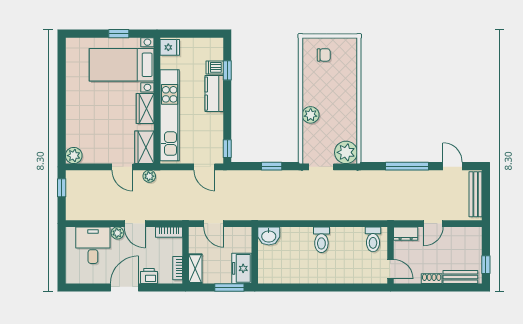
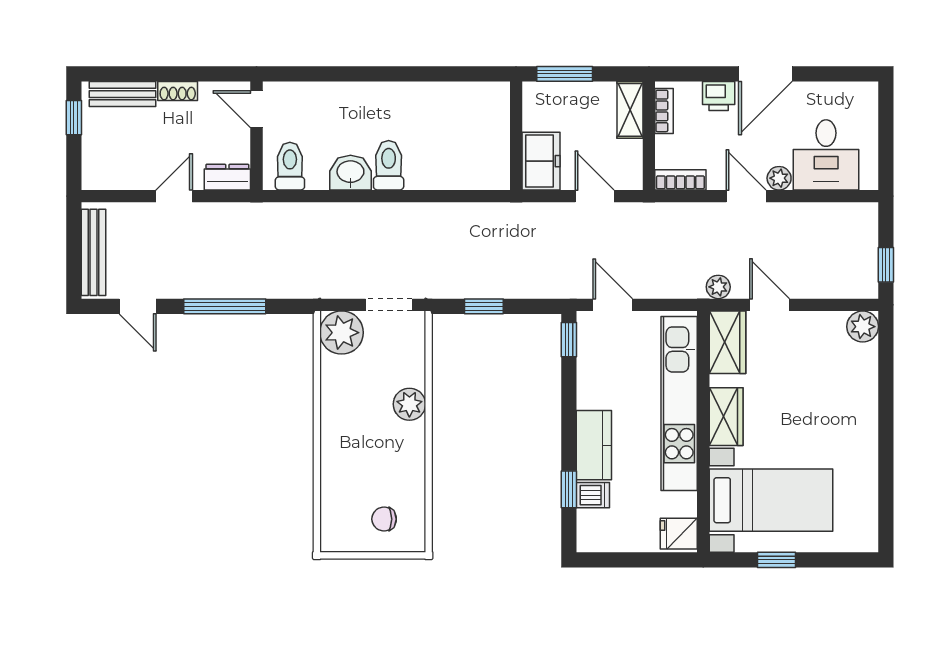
washbasin: (269, 236) -> (350, 173), moved
freezer: (242, 268) -> (541, 161), moved

